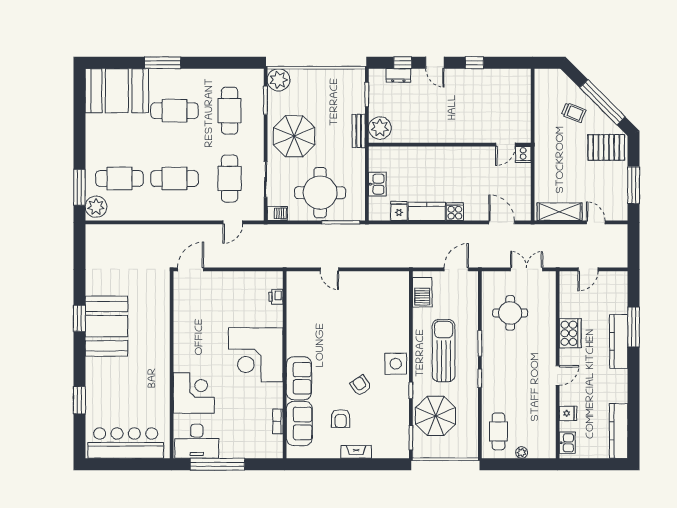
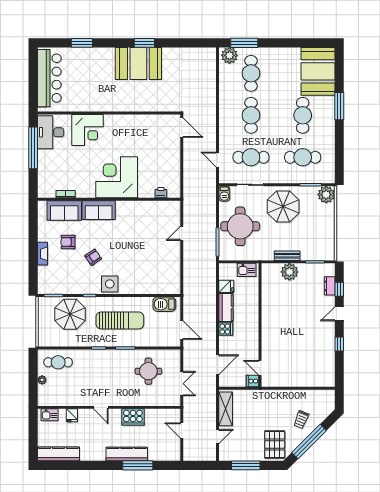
wall: (450, 145) -> (260, 325), moved
door: (506, 145) -> (260, 368), moved
cooker: (523, 154) -> (253, 381), moved

